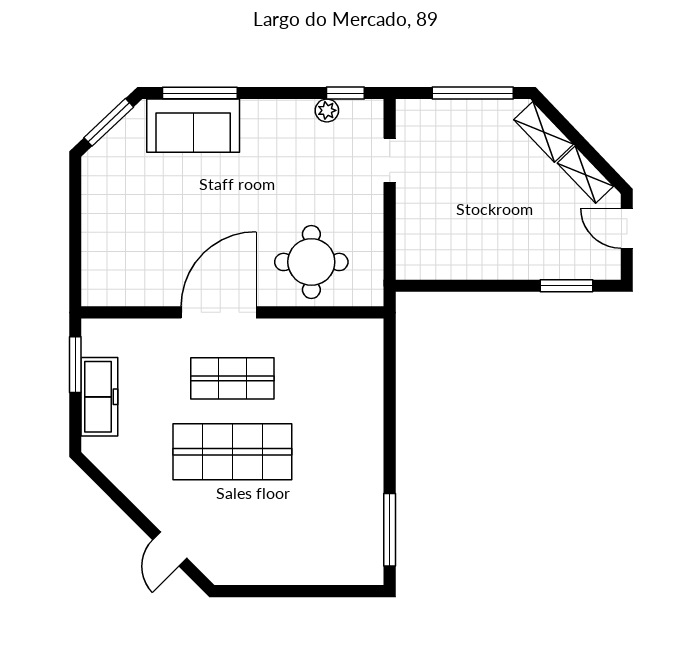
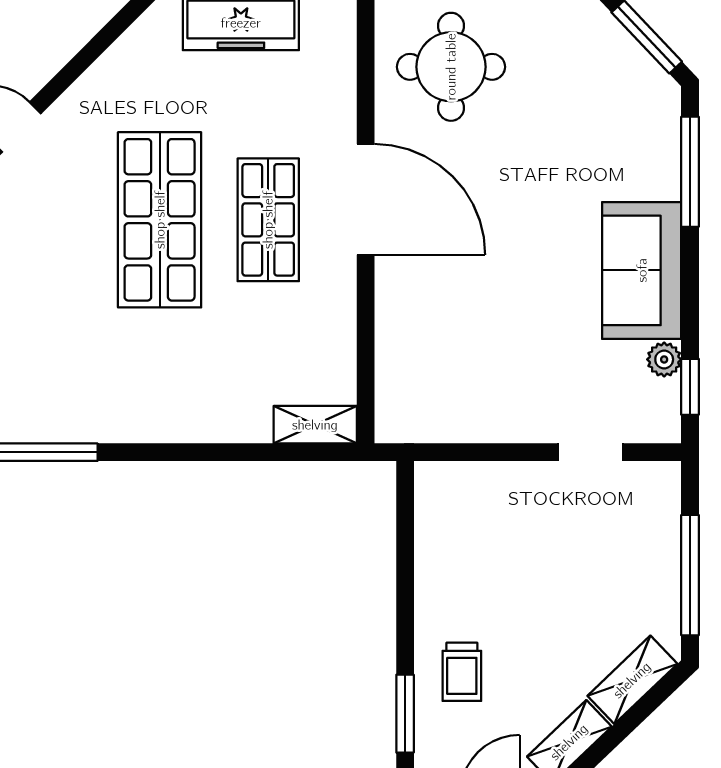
sofa: (193, 126) -> (642, 270), moved
trolley: (538, 247) -> (462, 672), added
round table: (311, 262) -> (451, 67), moved
shelving: (371, 346) -> (315, 425), added

